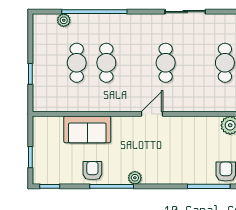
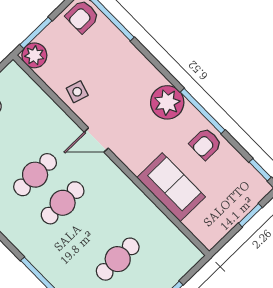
cafe table: (106, 63) -> (63, 203), moved
side table: (188, 129) -> (77, 92), added
plant: (135, 178) -> (167, 102), width x1.88, depth x1.88

